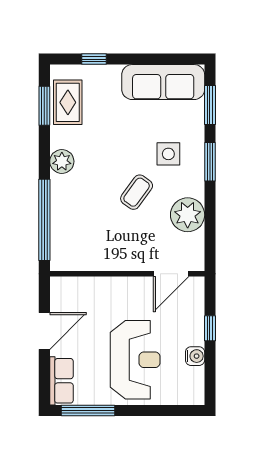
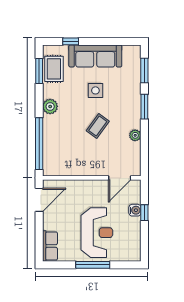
sofa: (163, 82) -> (95, 56), moved
side table: (168, 154) -> (95, 90), moved
plant: (188, 215) -> (135, 135), width x0.53, depth x0.53
door: (44, 331) -> (39, 200), moved
water cooler: (195, 356) -> (135, 210), moved
window: (88, 411) -> (93, 265), moved

